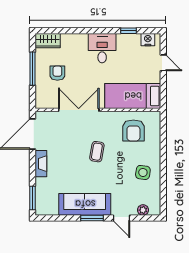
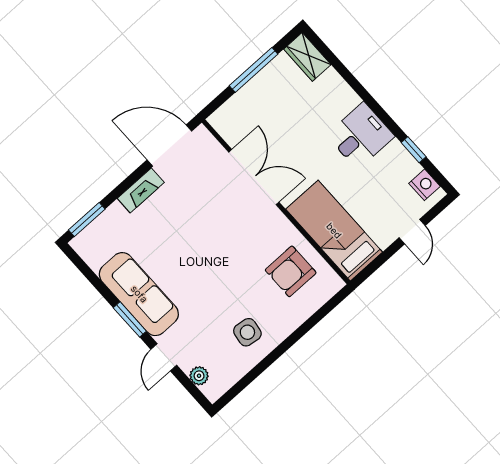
armchair: (57, 73) -> (277, 107), removed
coffee table: (97, 152) -> (221, 249), removed

